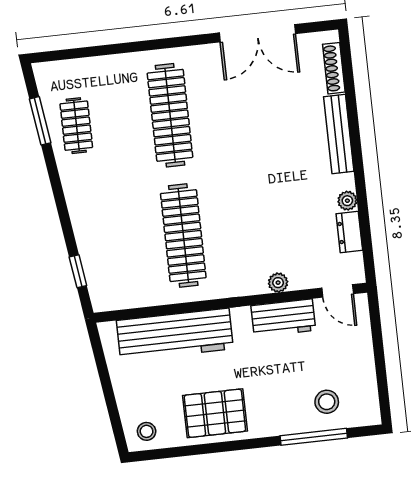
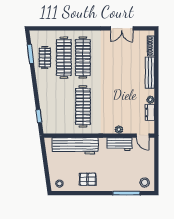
double door: (257, 33) -> (122, 28), width x0.73
clothes rail: (123, 120) -> (64, 58), added
stool: (327, 402) -> (145, 182), moved
pallet: (215, 413) -> (88, 179), width x0.67, depth x0.71

